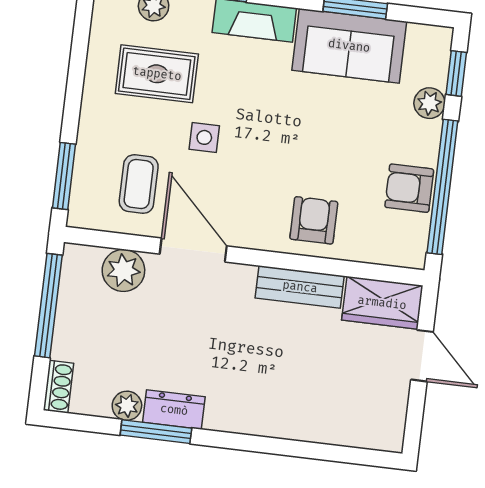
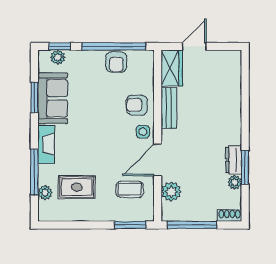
rug: (157, 74) -> (77, 187), turned 90
plant: (429, 103) -> (58, 57), moved
side table: (204, 137) -> (143, 132), moved

